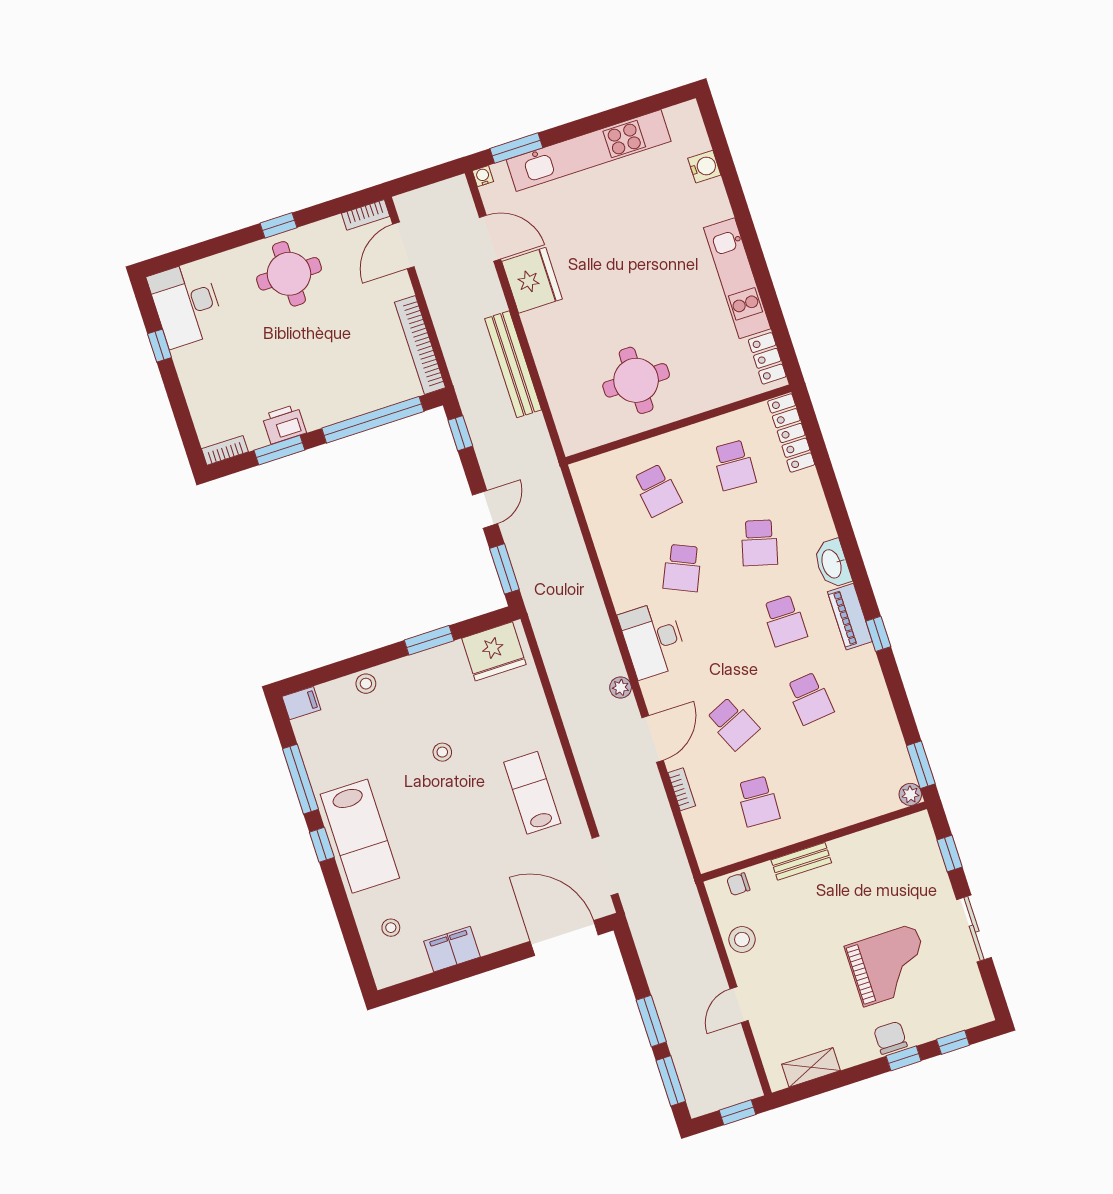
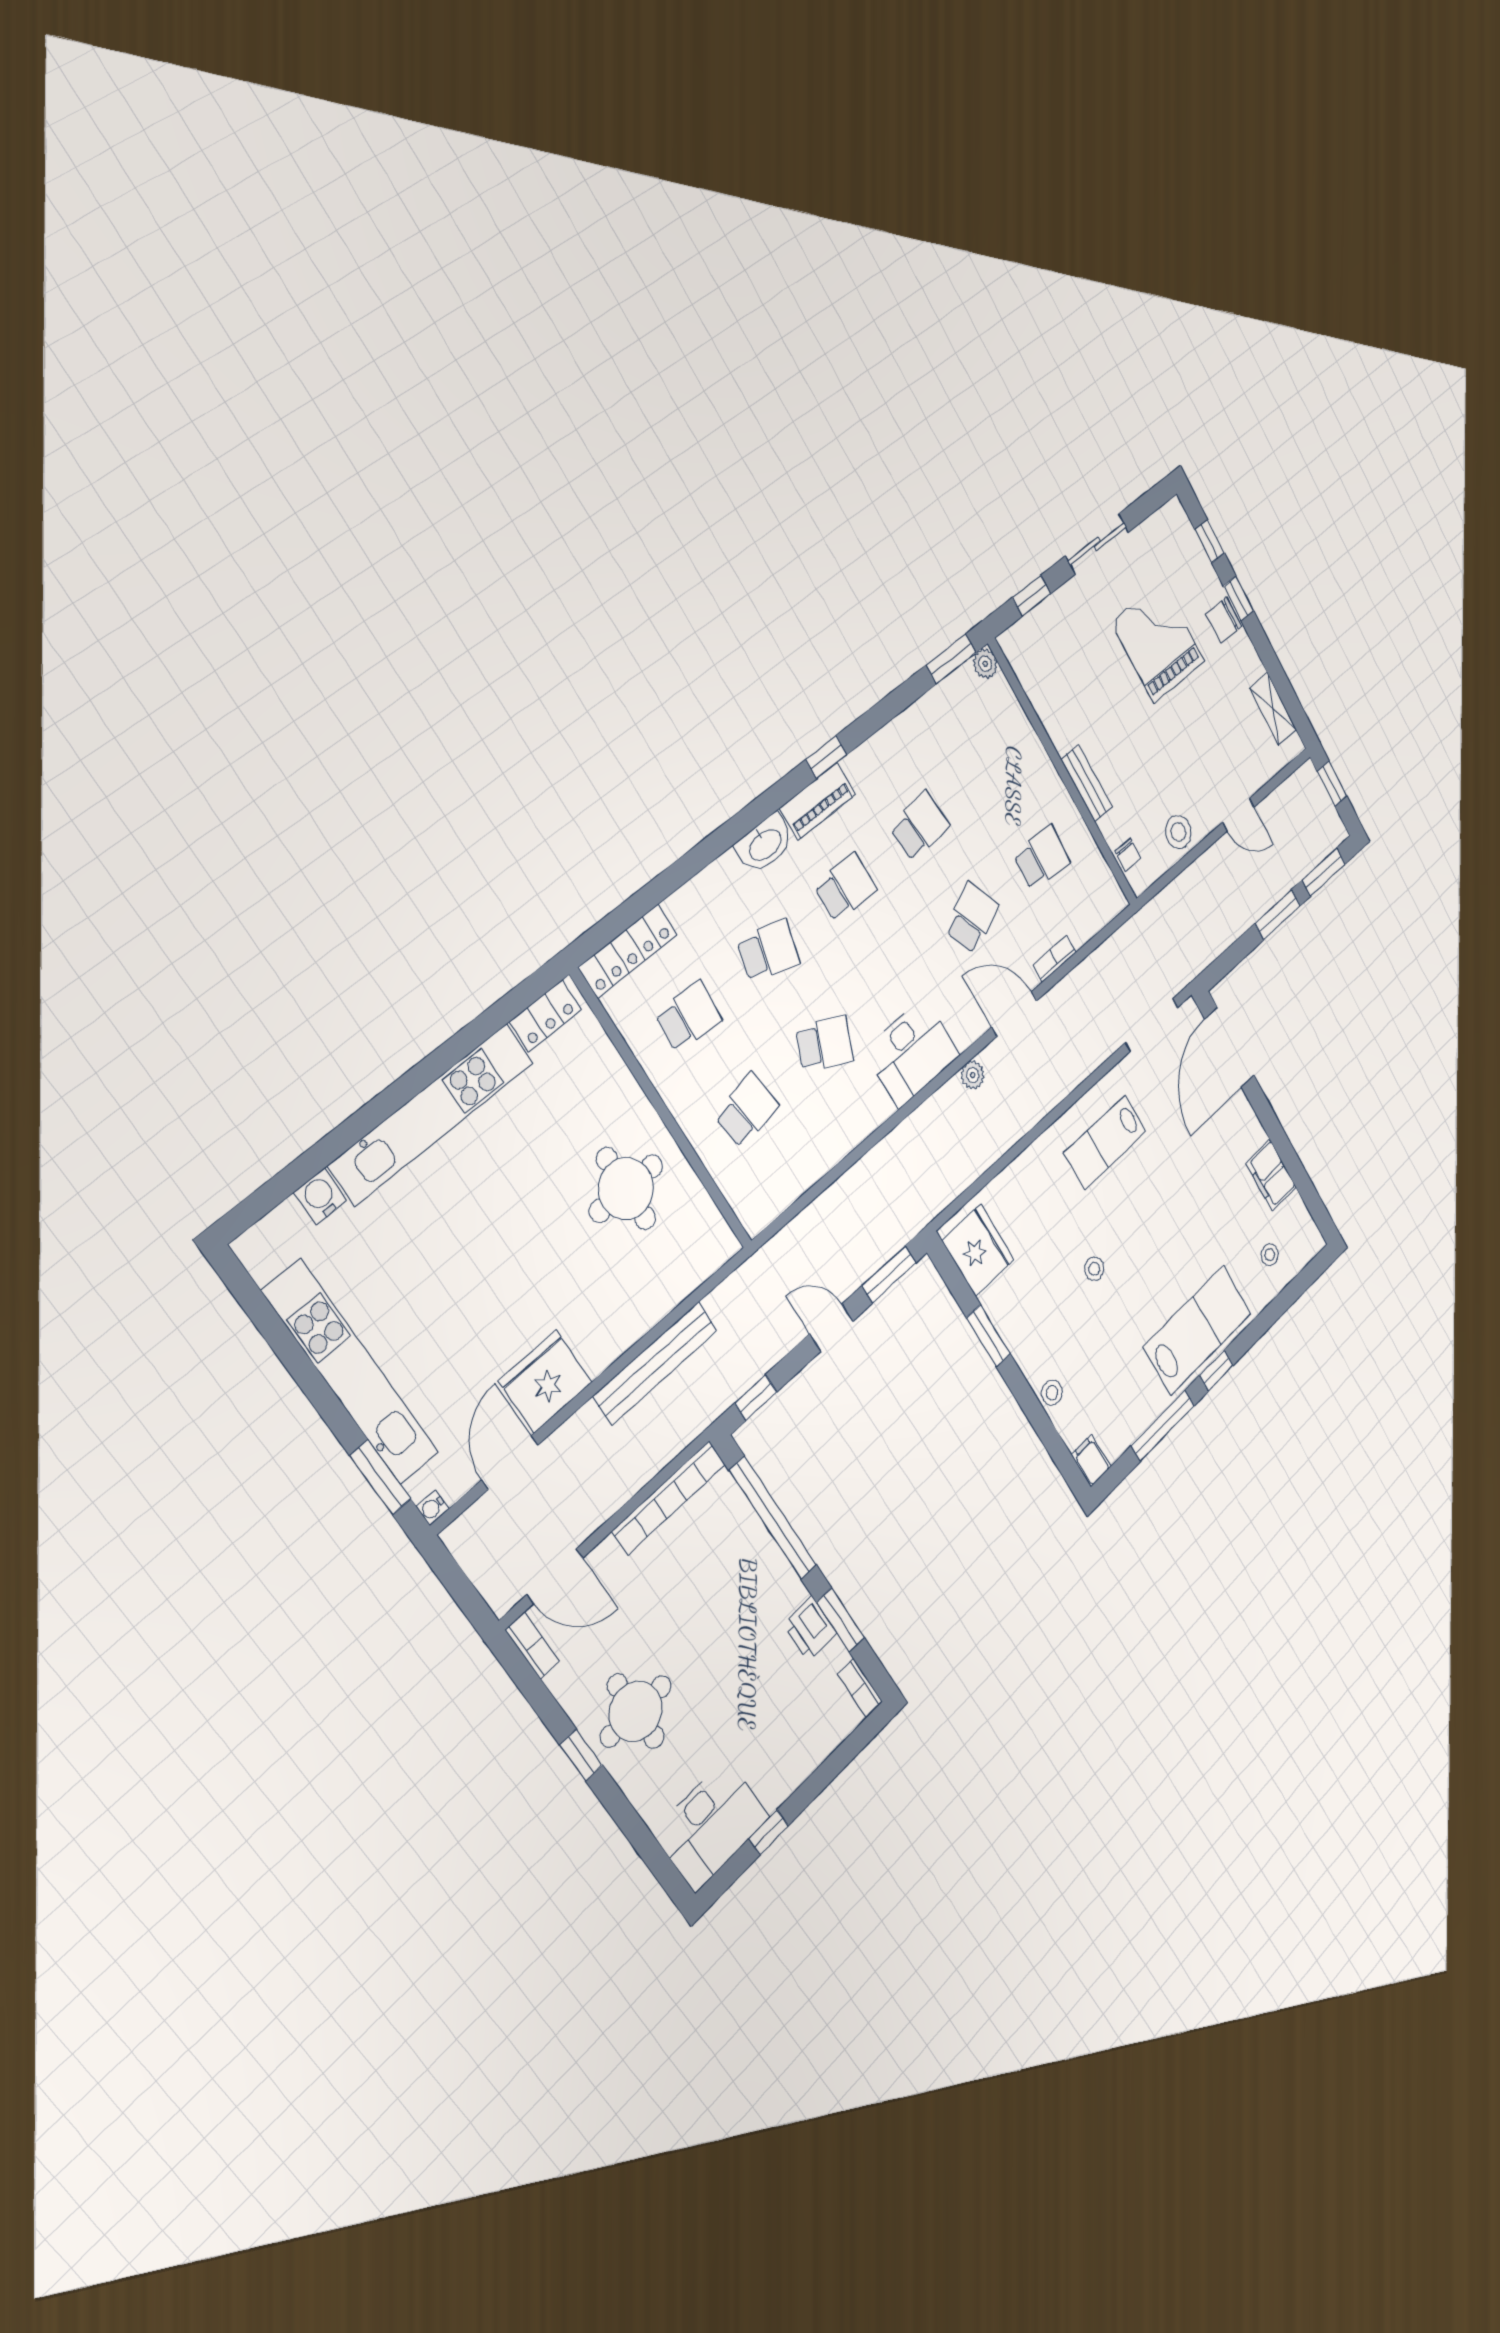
kitchen unit: (737, 278) -> (432, 1113), width x1.36

